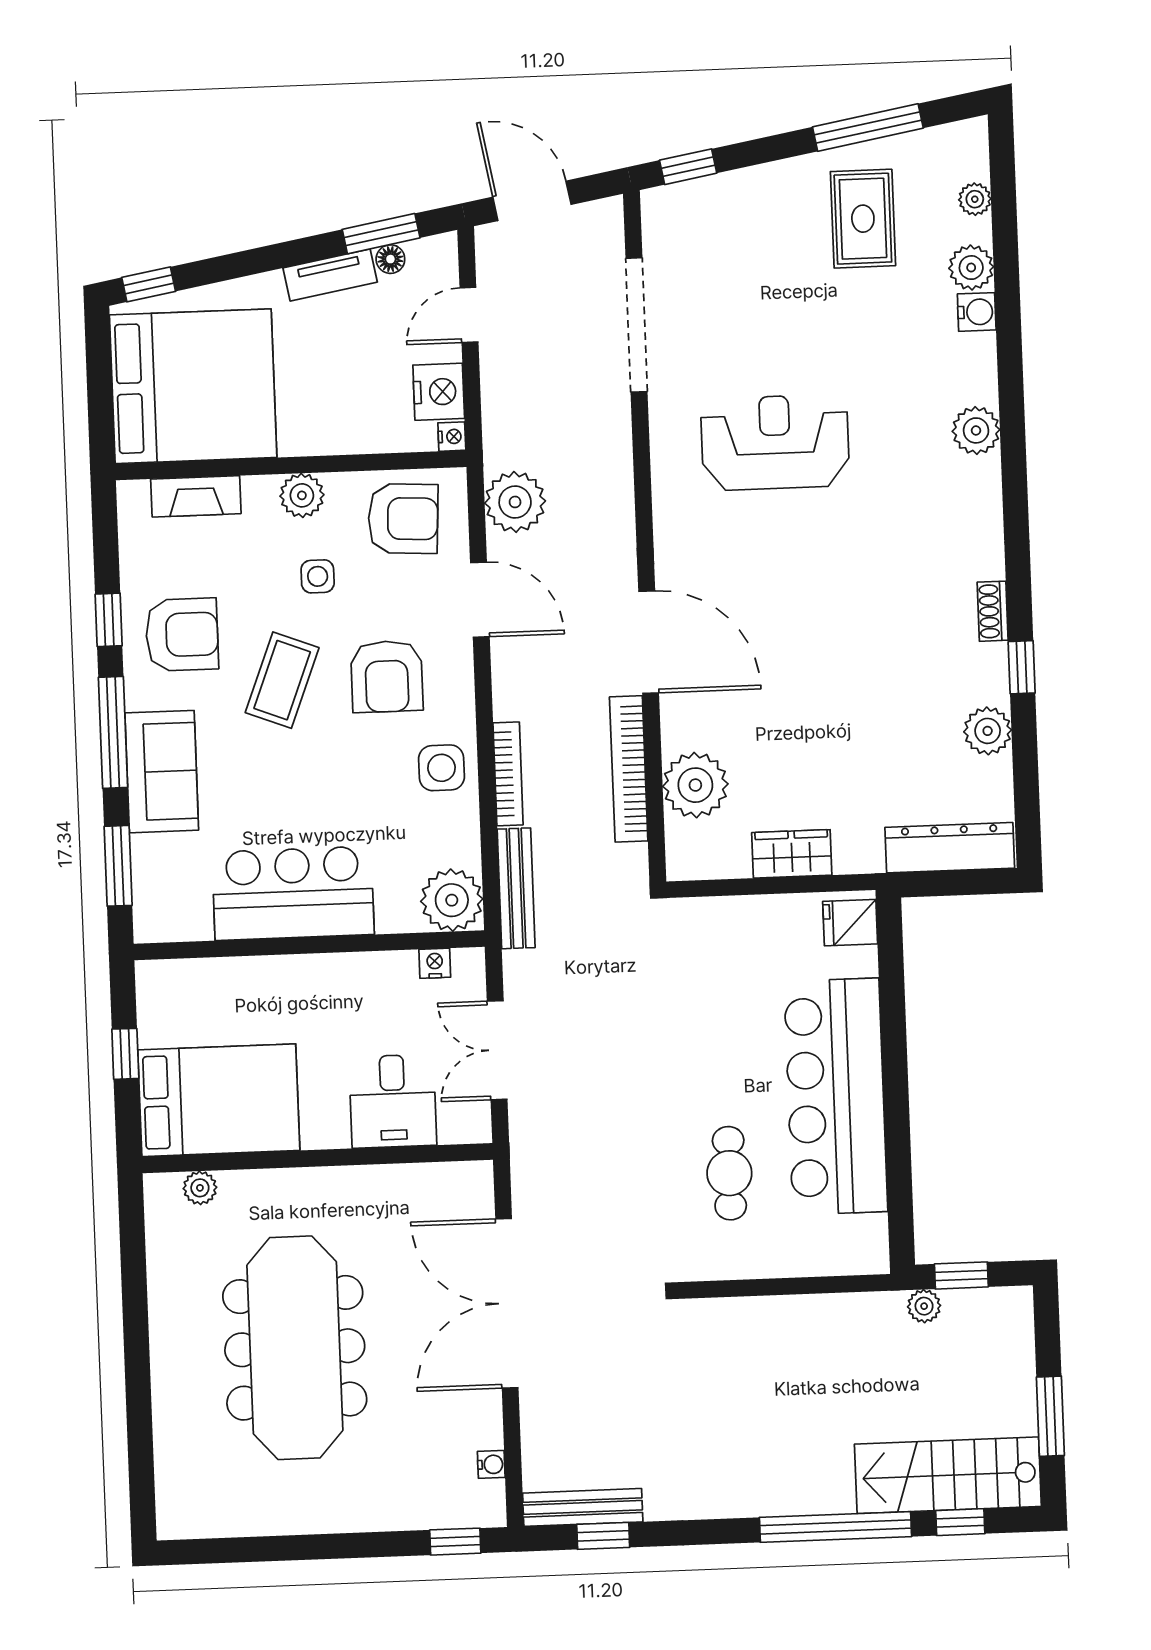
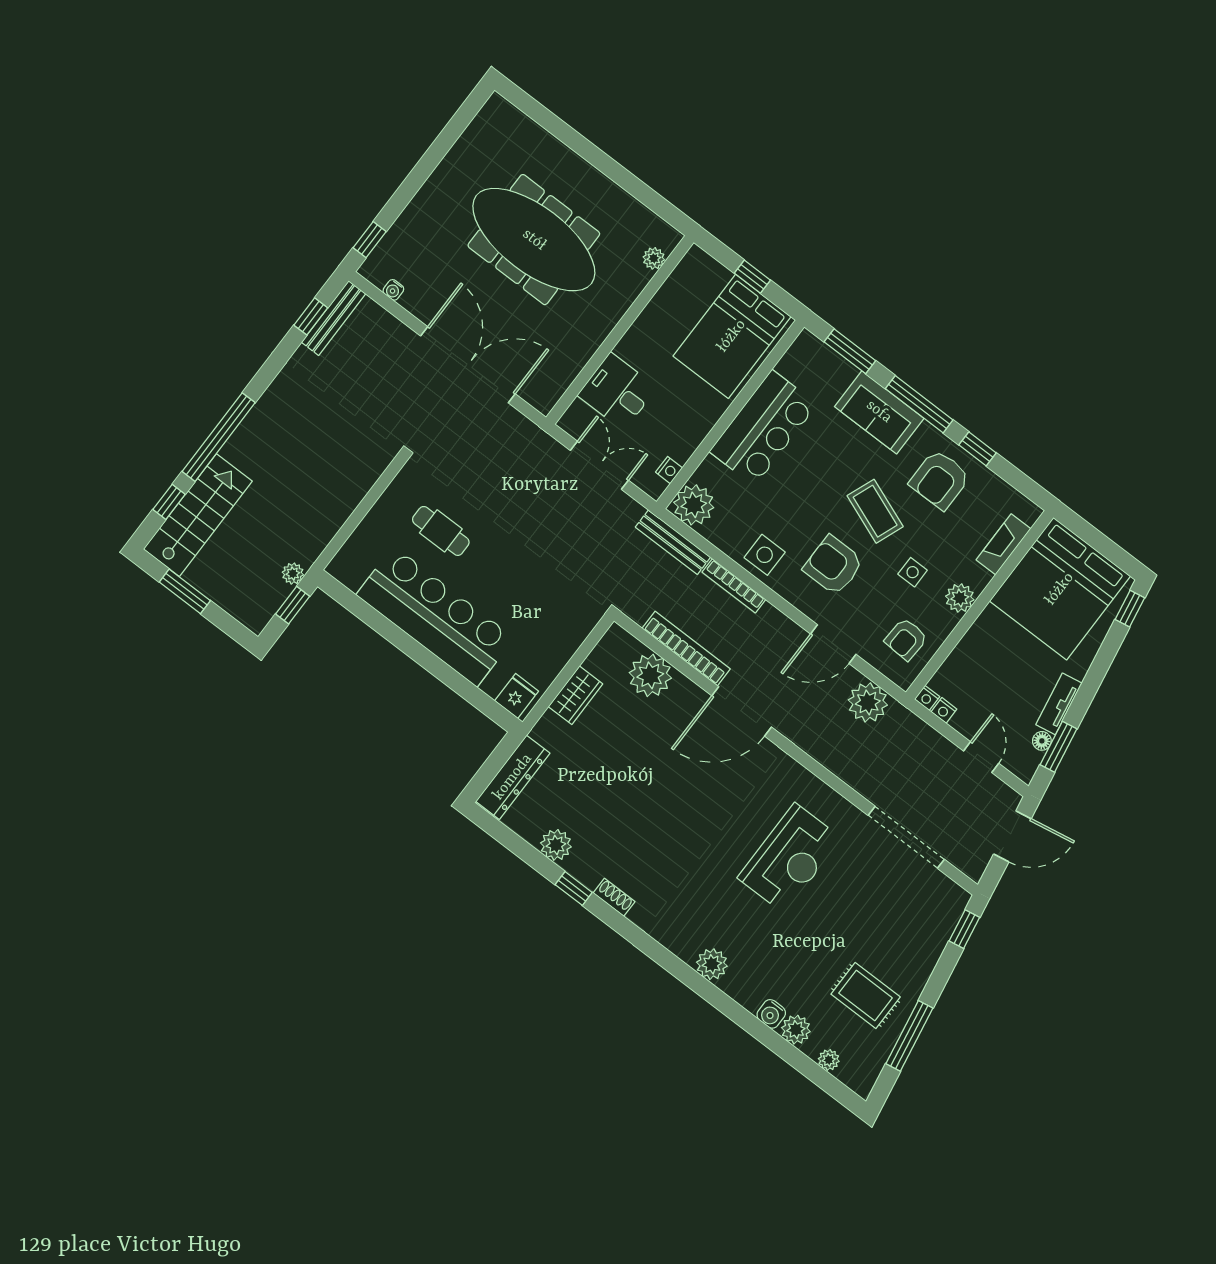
nightstand: (439, 392) -> (944, 710), width x0.53, depth x0.56
armchair: (403, 519) -> (906, 639), width x0.72, depth x0.72
bed: (219, 1100) -> (732, 336), moved

